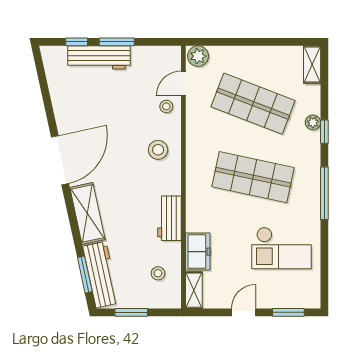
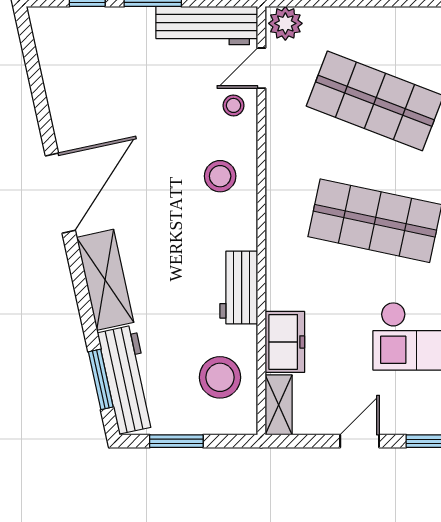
workbench: (99, 57) -> (207, 26), moved
stool: (158, 273) -> (220, 377), width x1.89, depth x1.89

